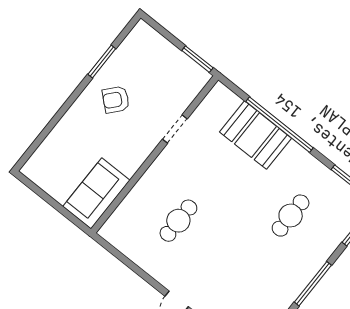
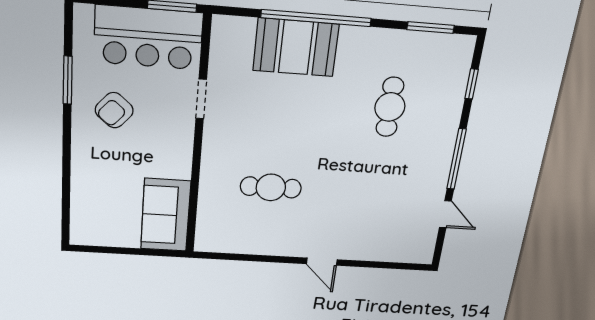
bar counter: (170, 68) -> (148, 38), added
cafe table: (178, 221) -> (271, 187), turned 90

